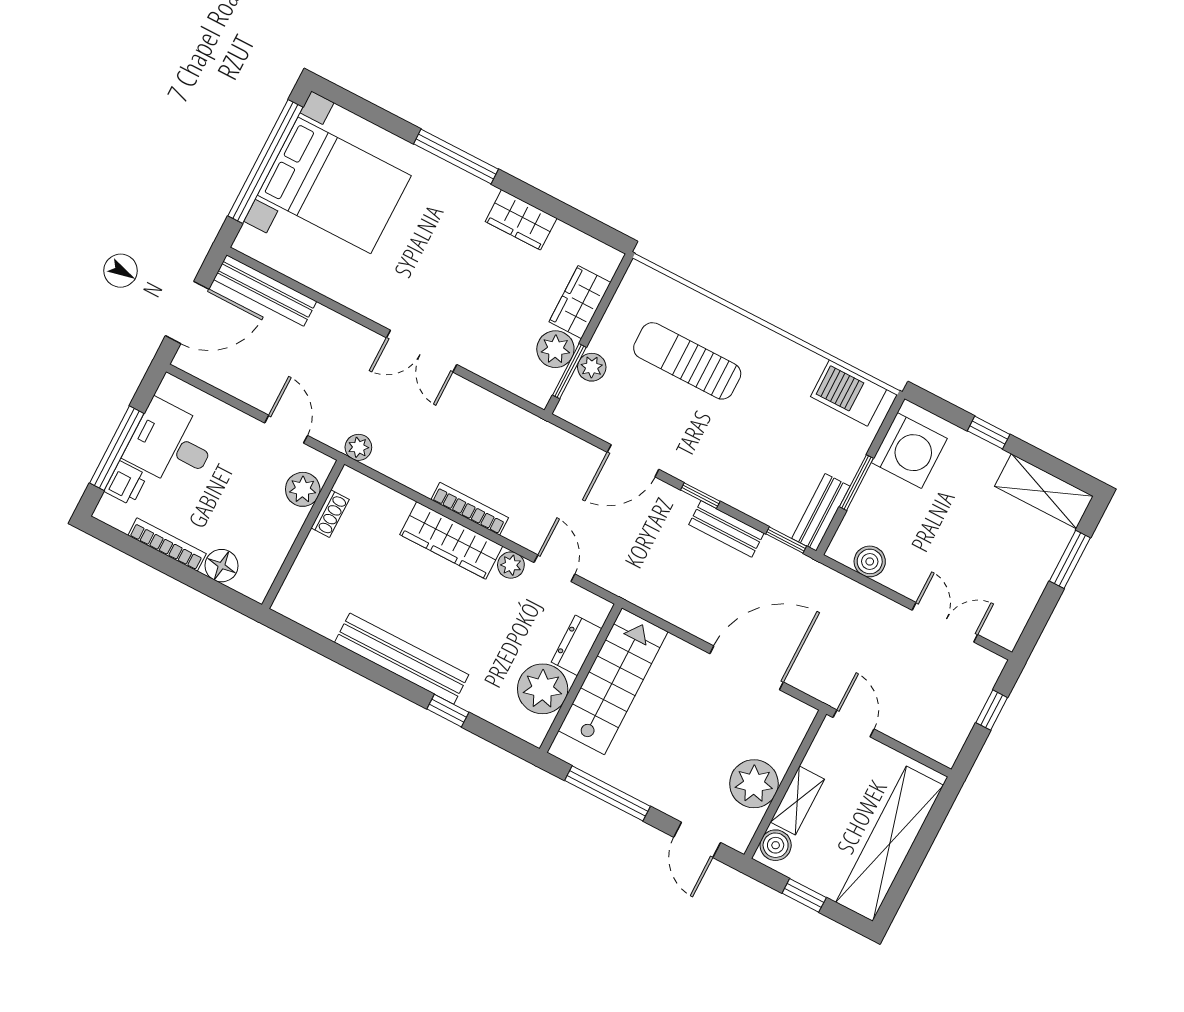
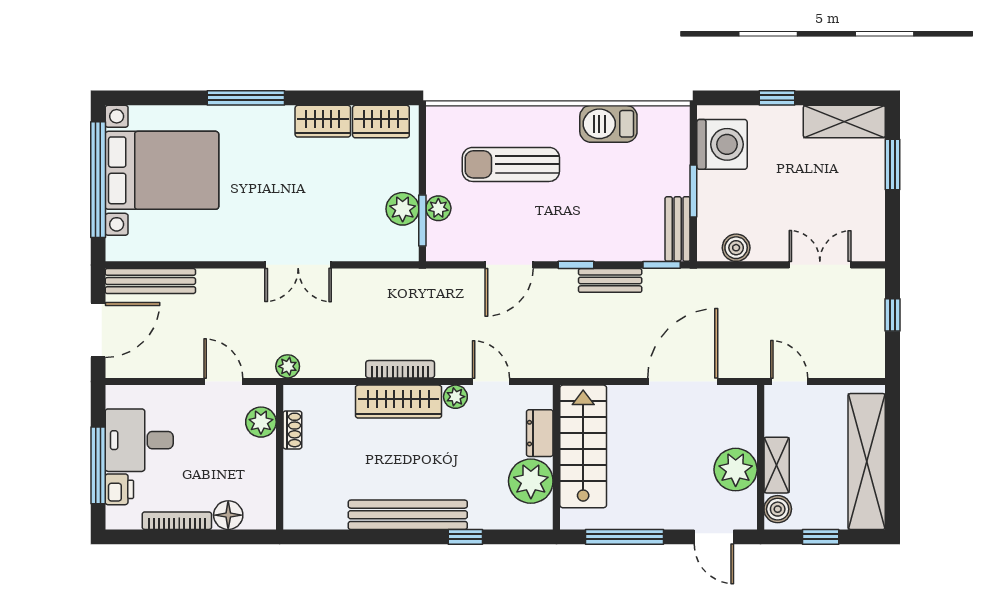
wardrobe: (580, 302) -> (381, 122), moved, turned -90
barbecue: (849, 393) -> (608, 124), moved

